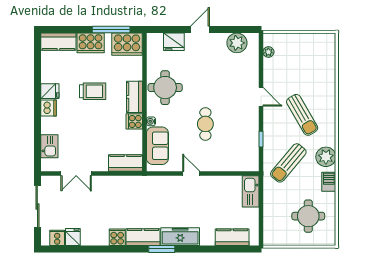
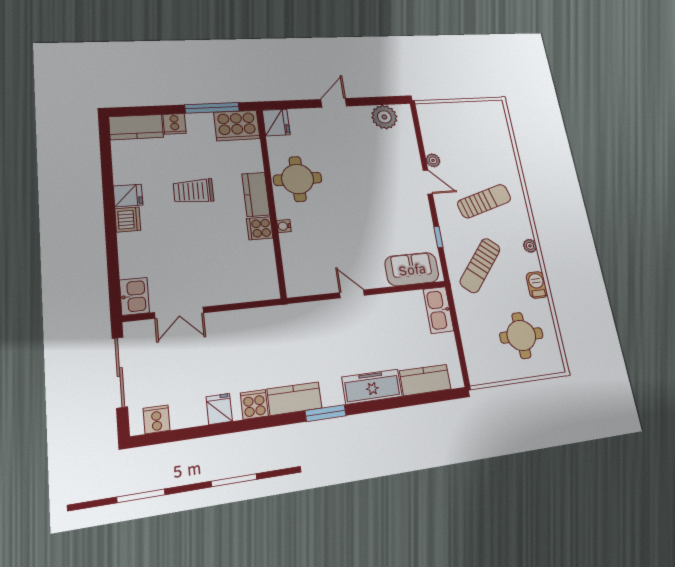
fridge: (174, 42) -> (276, 123), moved, turned -90
cooker: (91, 43) -> (175, 124), width x0.53, depth x0.76
plant: (268, 52) -> (433, 160), moved
trolley: (93, 91) -> (193, 191), turned 180
sun lounger: (302, 115) -> (484, 201), turned -76
cafe table: (205, 124) -> (361, 223), removed
kitchen sink: (49, 146) -> (134, 296), moved
sofa: (157, 146) -> (412, 269), moved, turned -90
plant: (326, 157) -> (530, 246), width x0.53, depth x0.53
kitchen counter: (125, 163) -> (254, 289), removed
fridge: (73, 237) -> (219, 409), moved
freezer: (180, 237) -> (372, 387), moved

